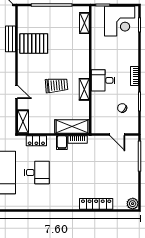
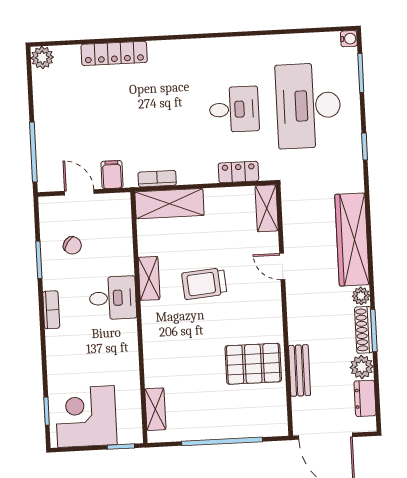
filing cabinet: (62, 143) -> (112, 175), moved
desk: (37, 173) -> (234, 109), turned 180

